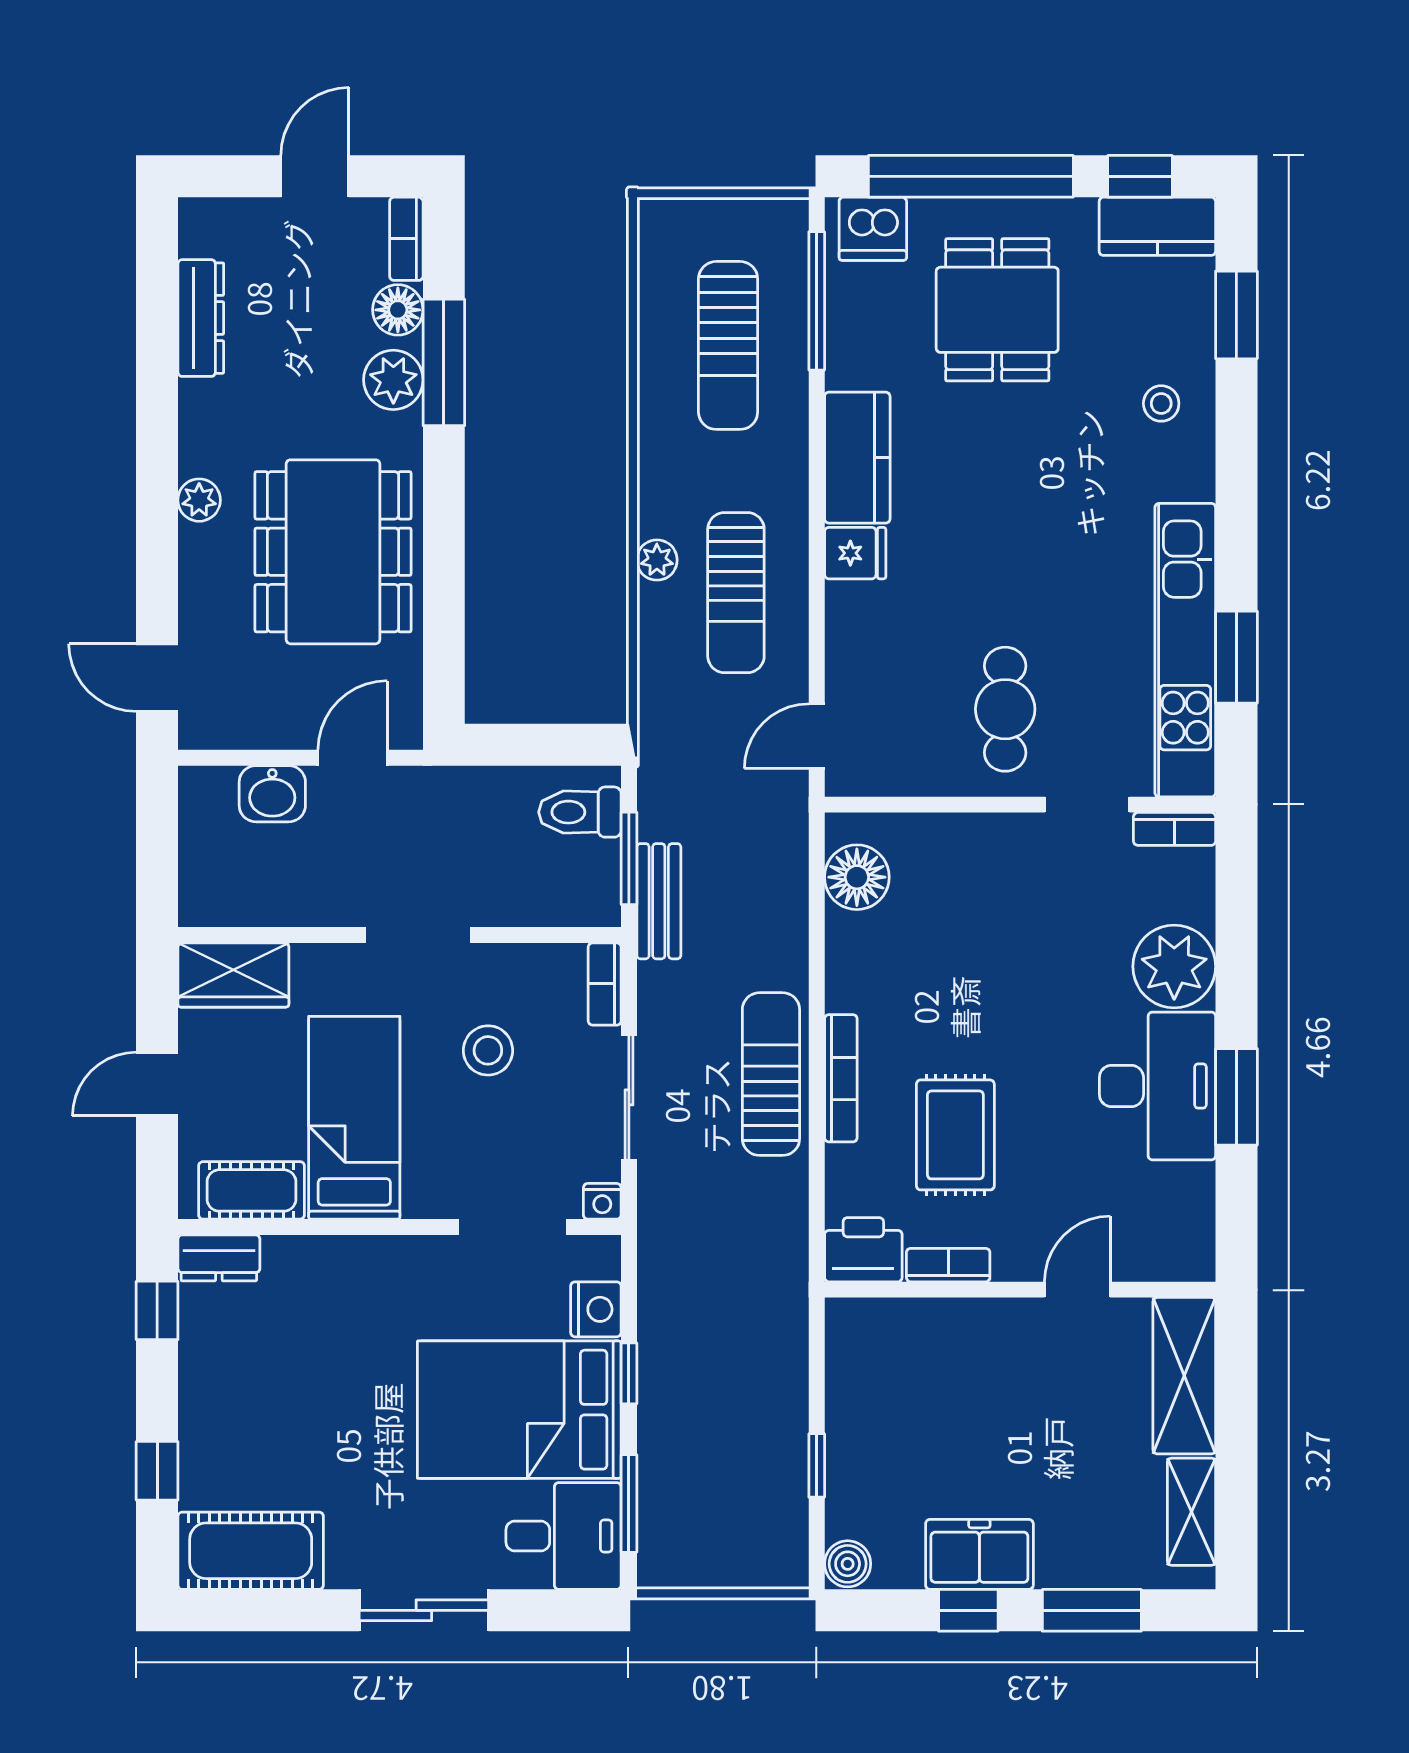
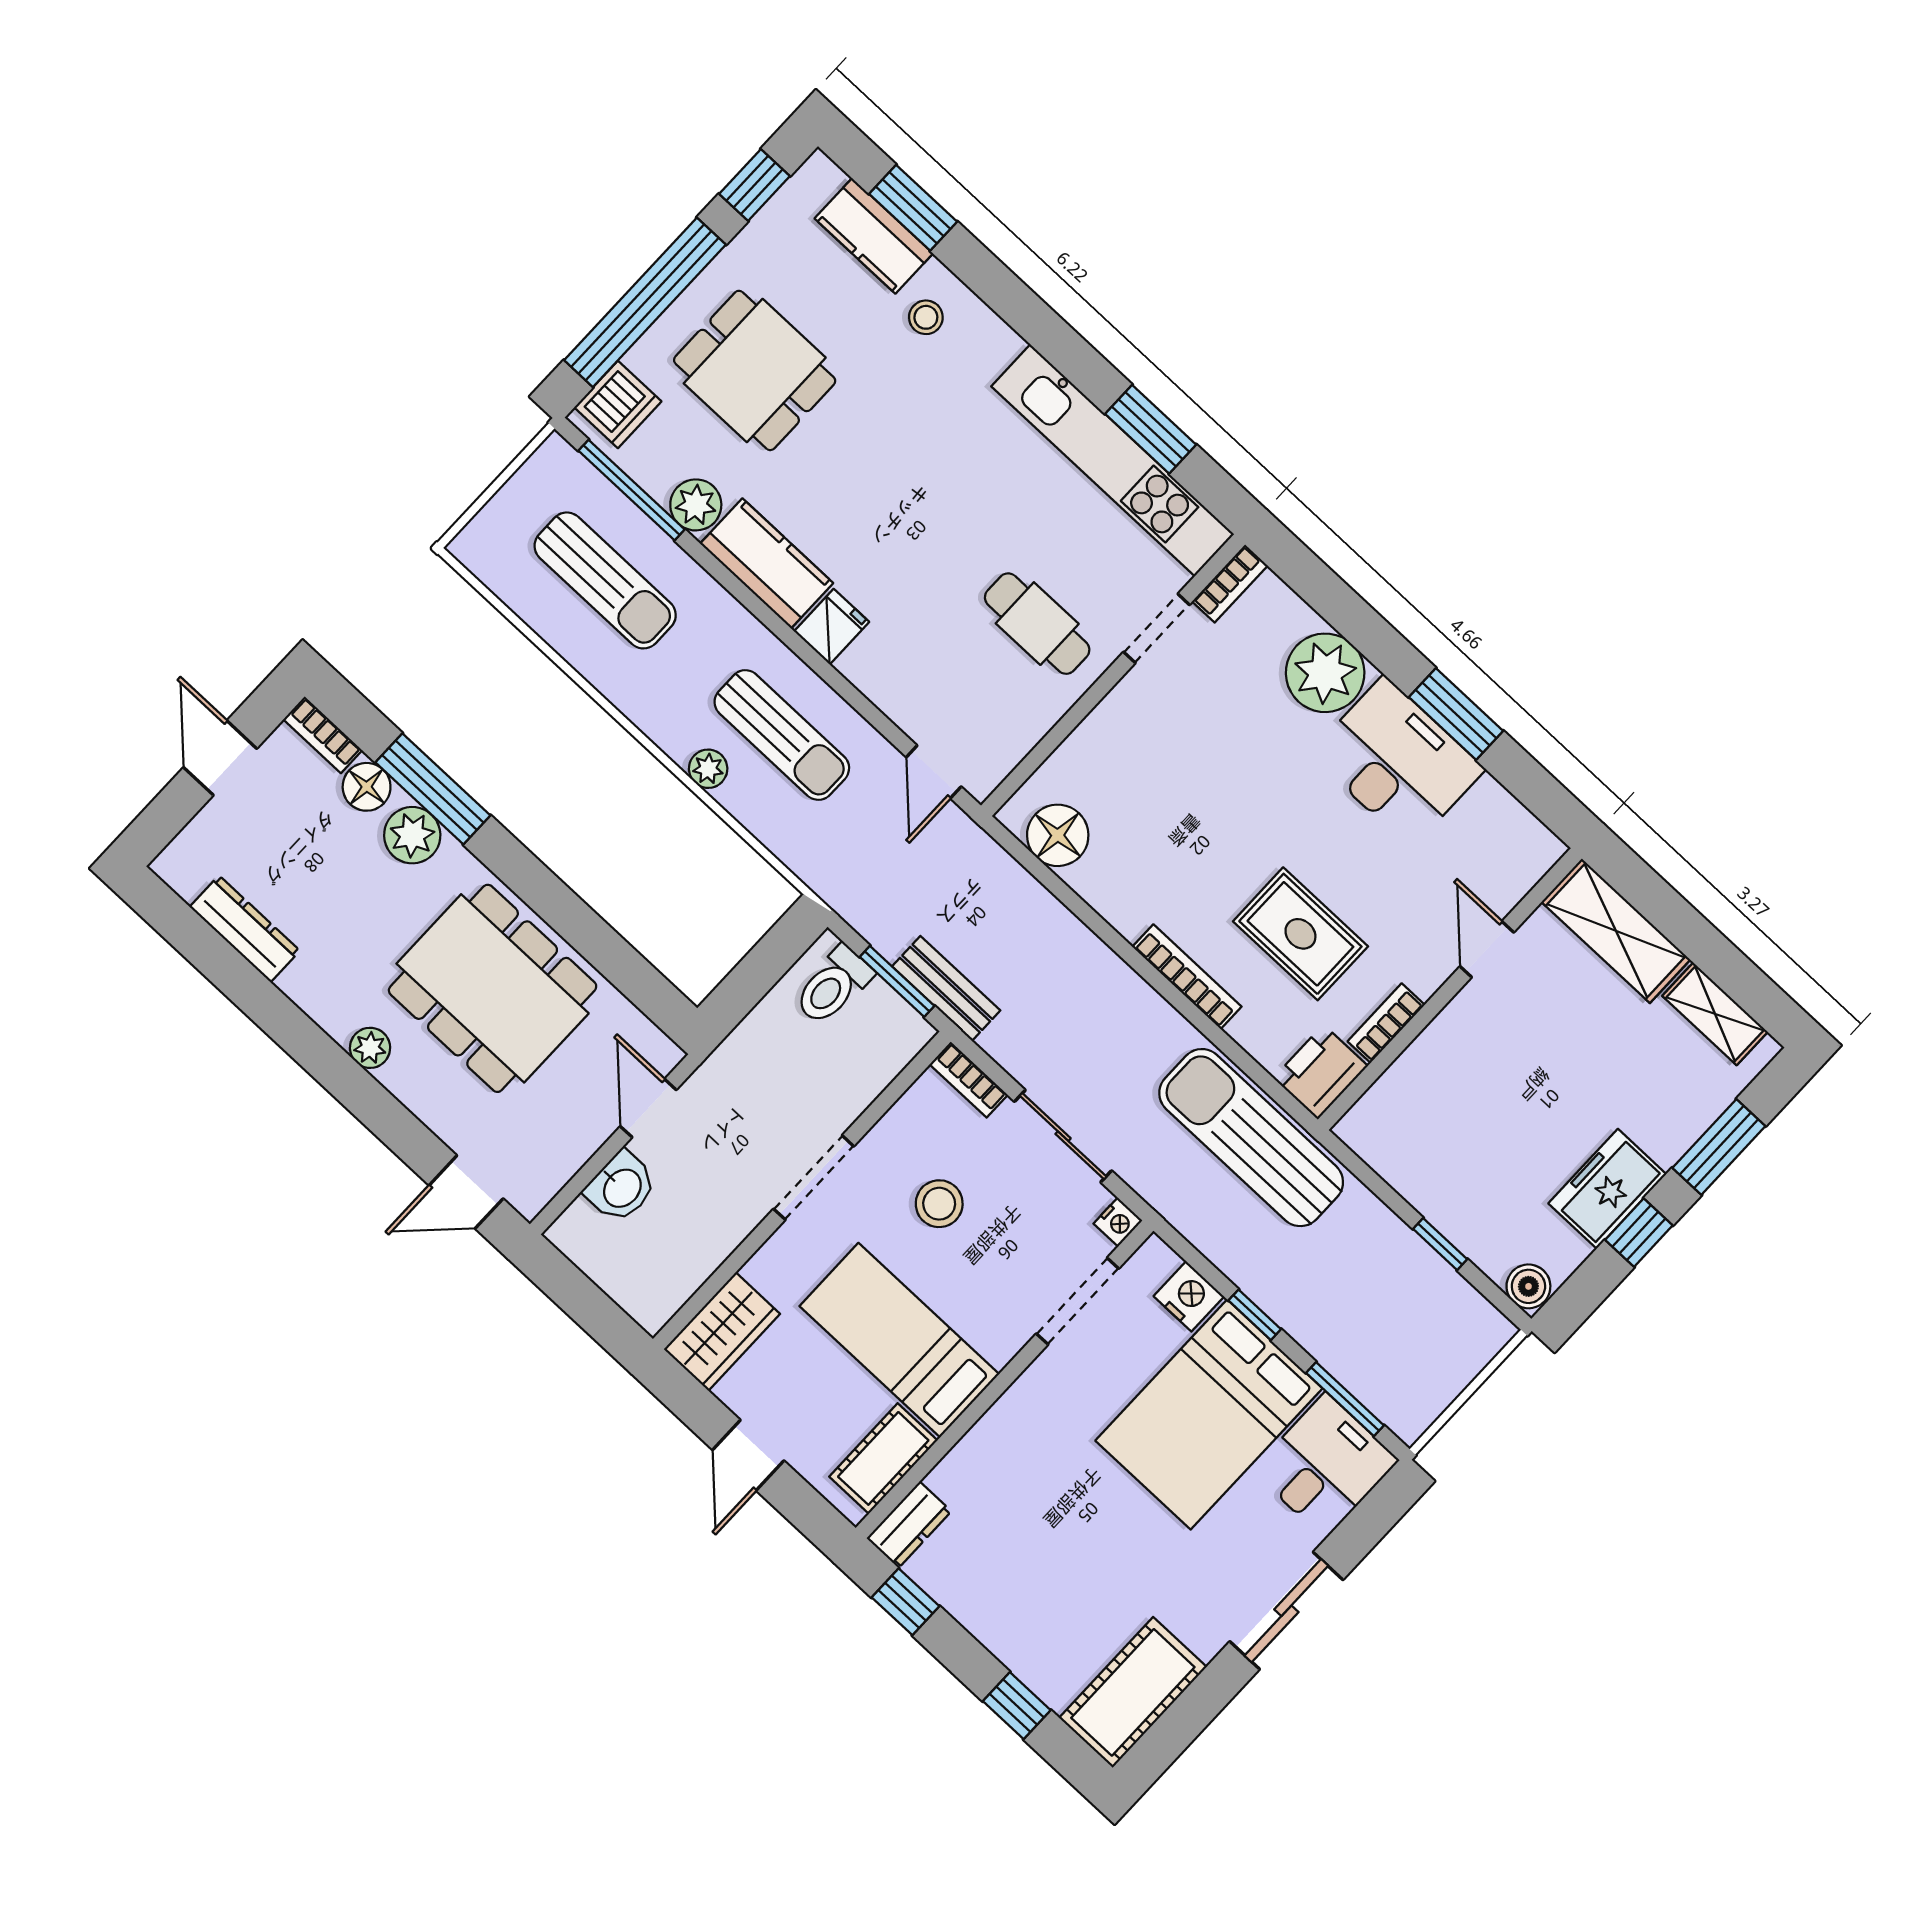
kitchen counter: (1157, 226) -> (874, 236), moved, turned 90
plant: (851, 361) -> (696, 505), added
sun lounger: (771, 1074) -> (1251, 1138), moved, width x1.36, depth x1.34

